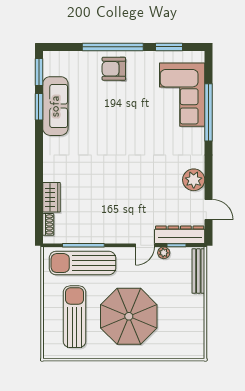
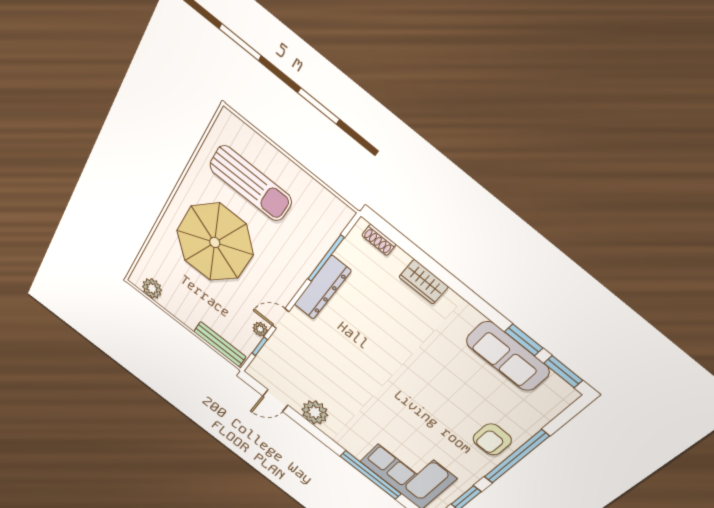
armchair: (114, 69) -> (492, 439), turned 180
wardrobe: (52, 197) -> (424, 282), moved
dresser: (180, 235) -> (322, 288), moved
door: (145, 245) -> (281, 319), hinge flipped
sun lounger: (82, 263) -> (306, 241), removed
plant: (196, 339) -> (152, 288), added

